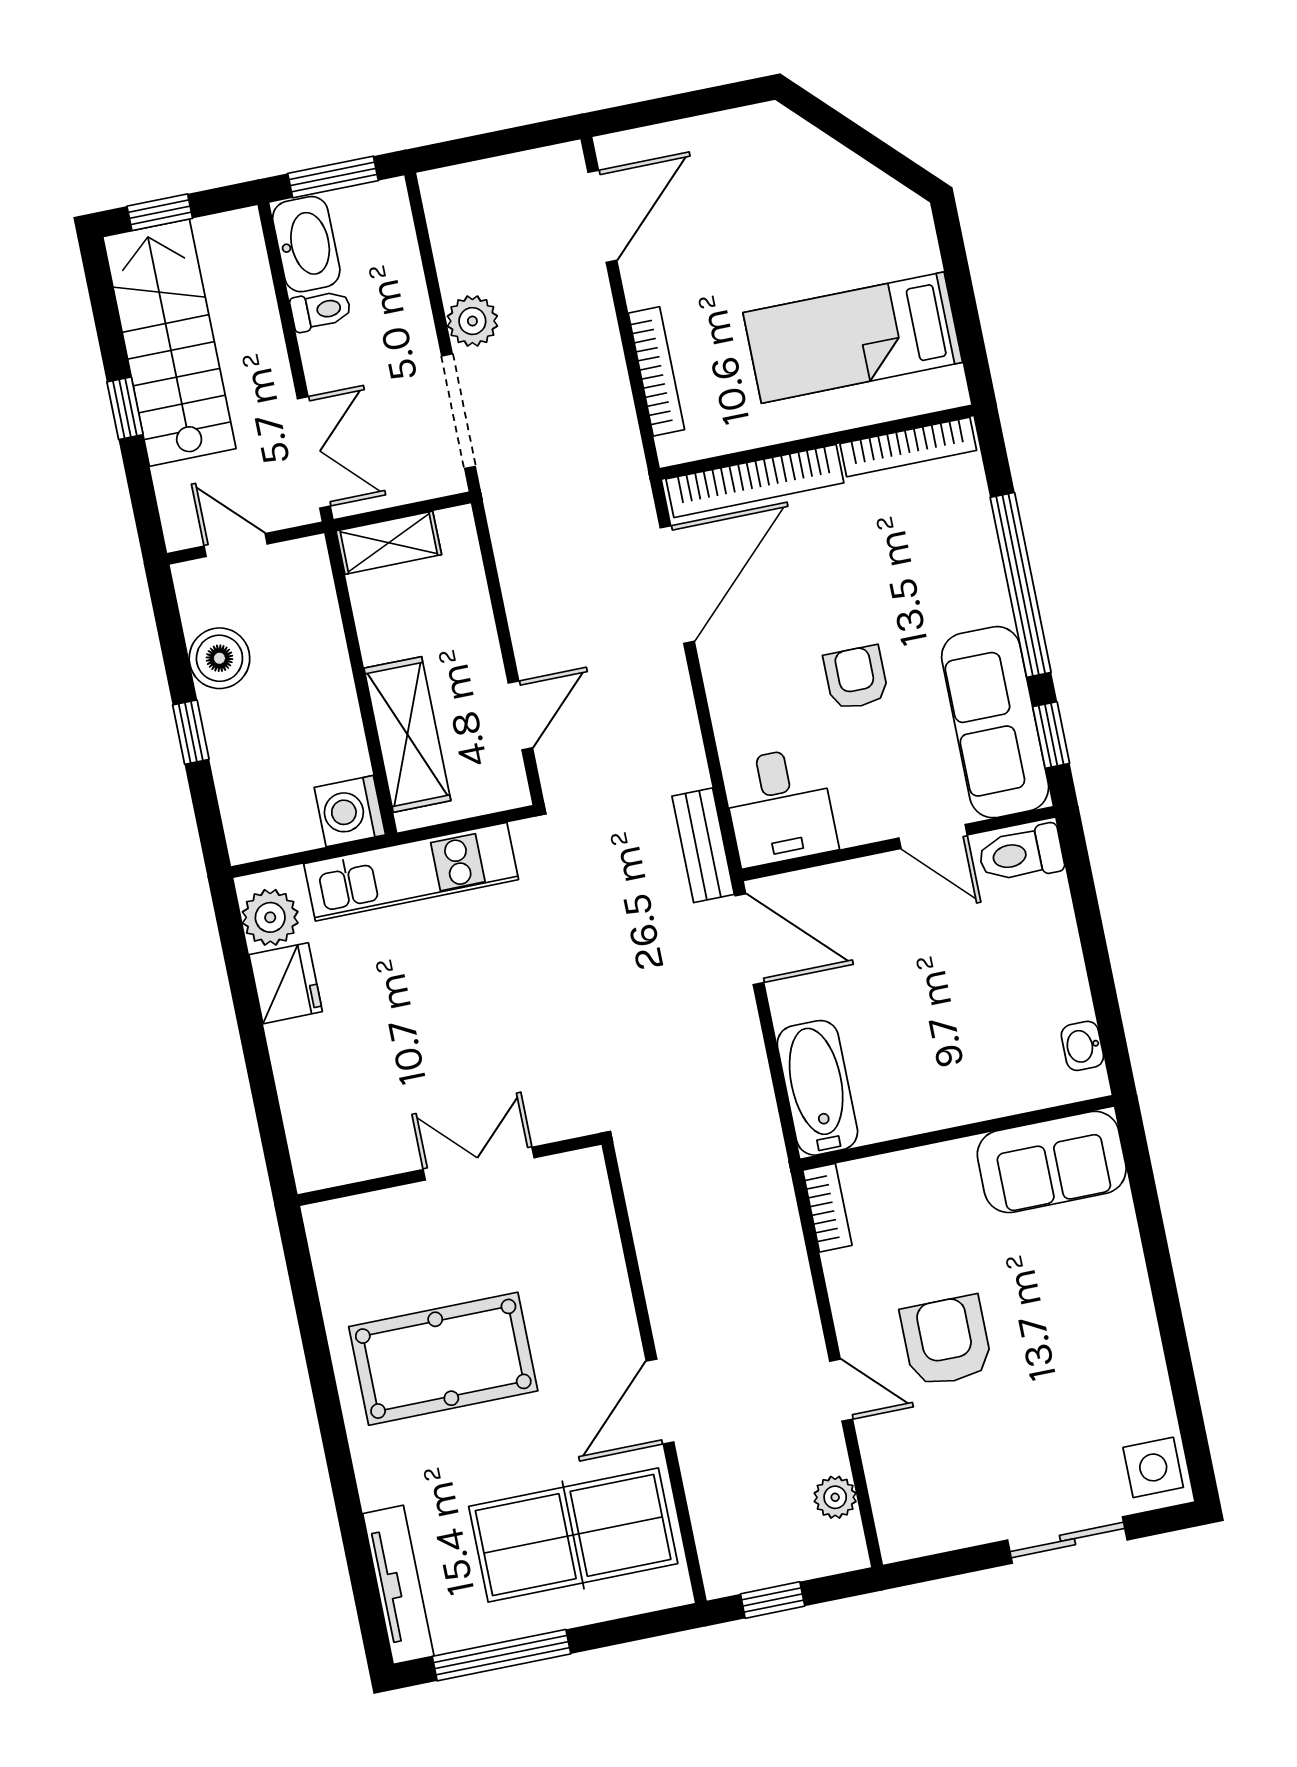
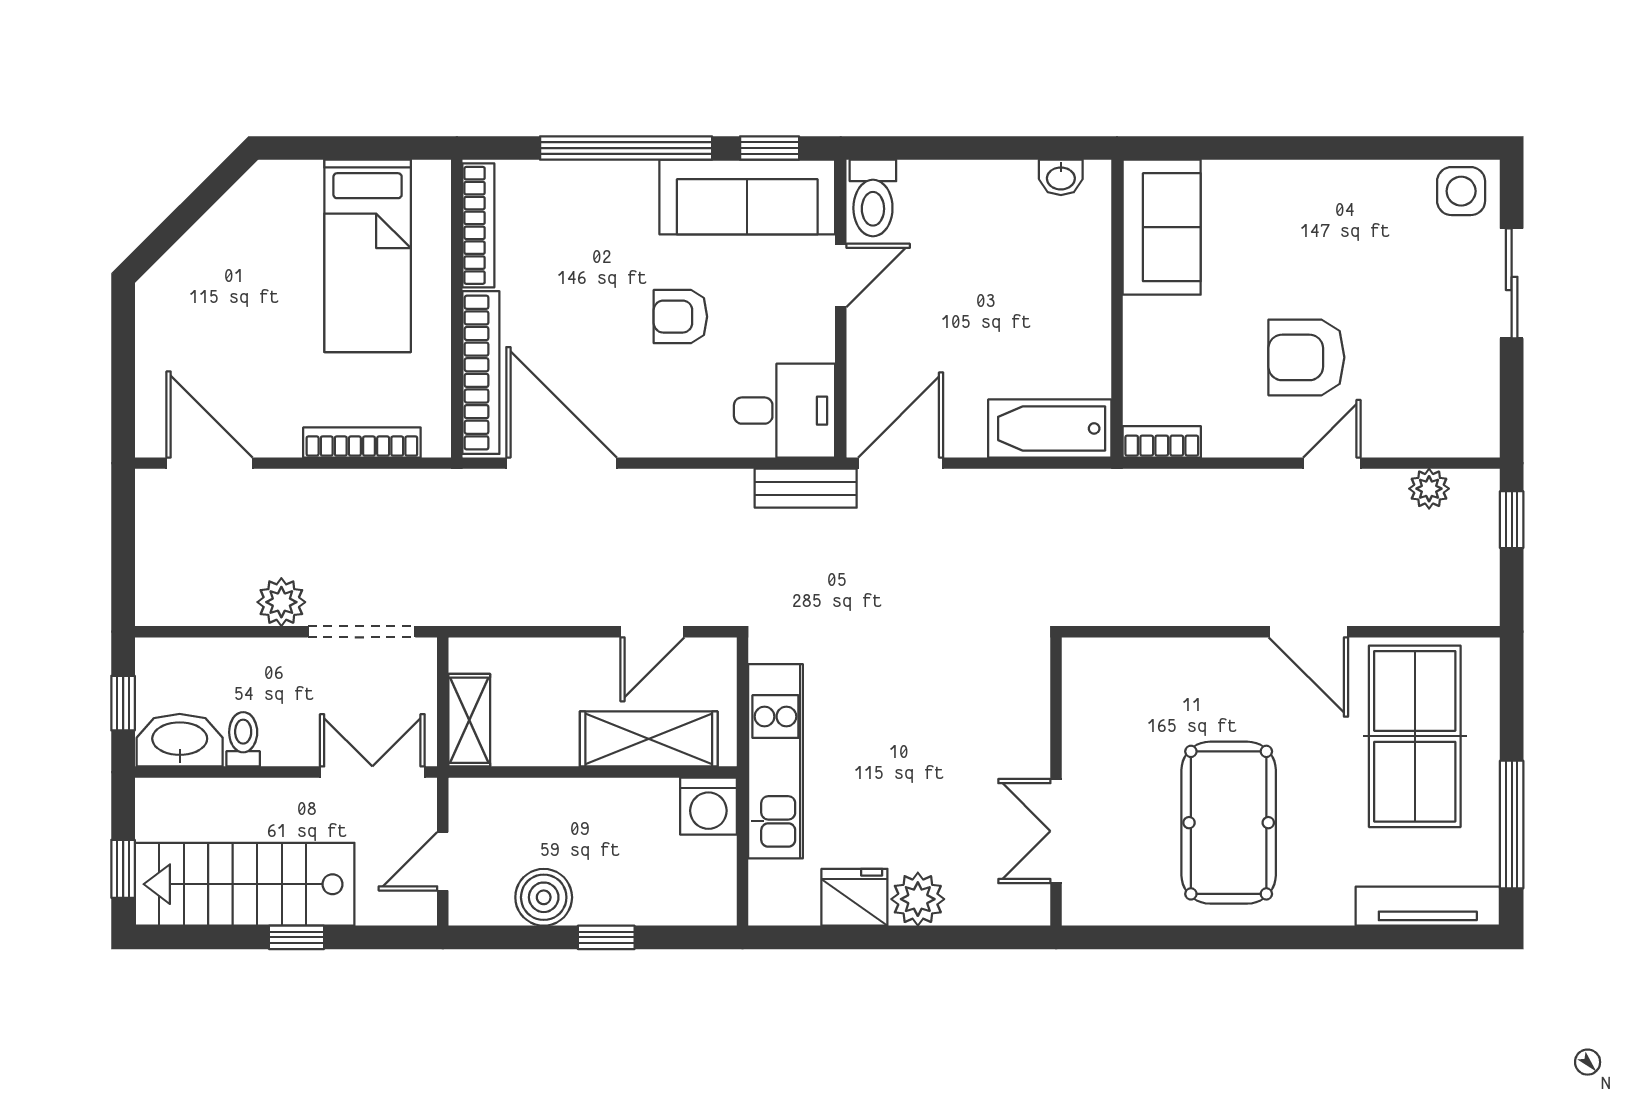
window: (333, 177) -> (123, 703), width x0.67
door: (520, 715) -> (652, 632), swing flipped
plant: (270, 917) -> (918, 899), moved
double door: (479, 1164) -> (1056, 831), moved
window: (773, 1600) -> (1512, 520), moved

